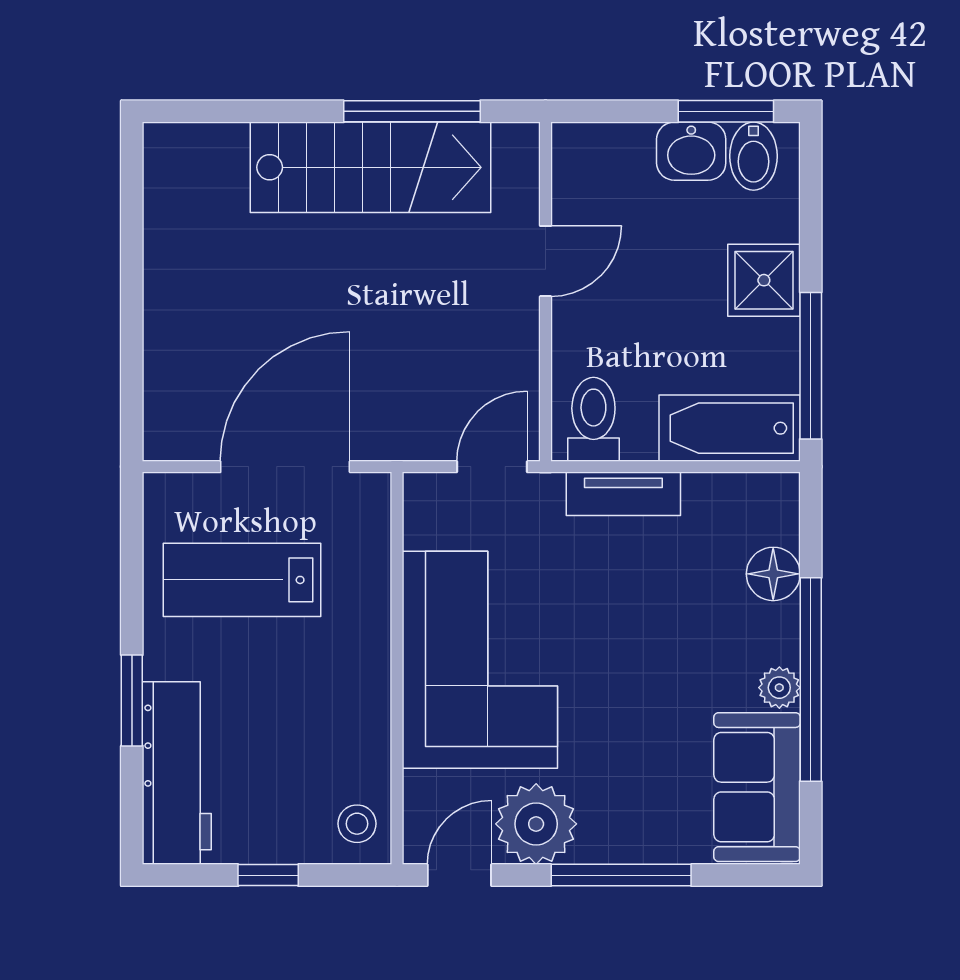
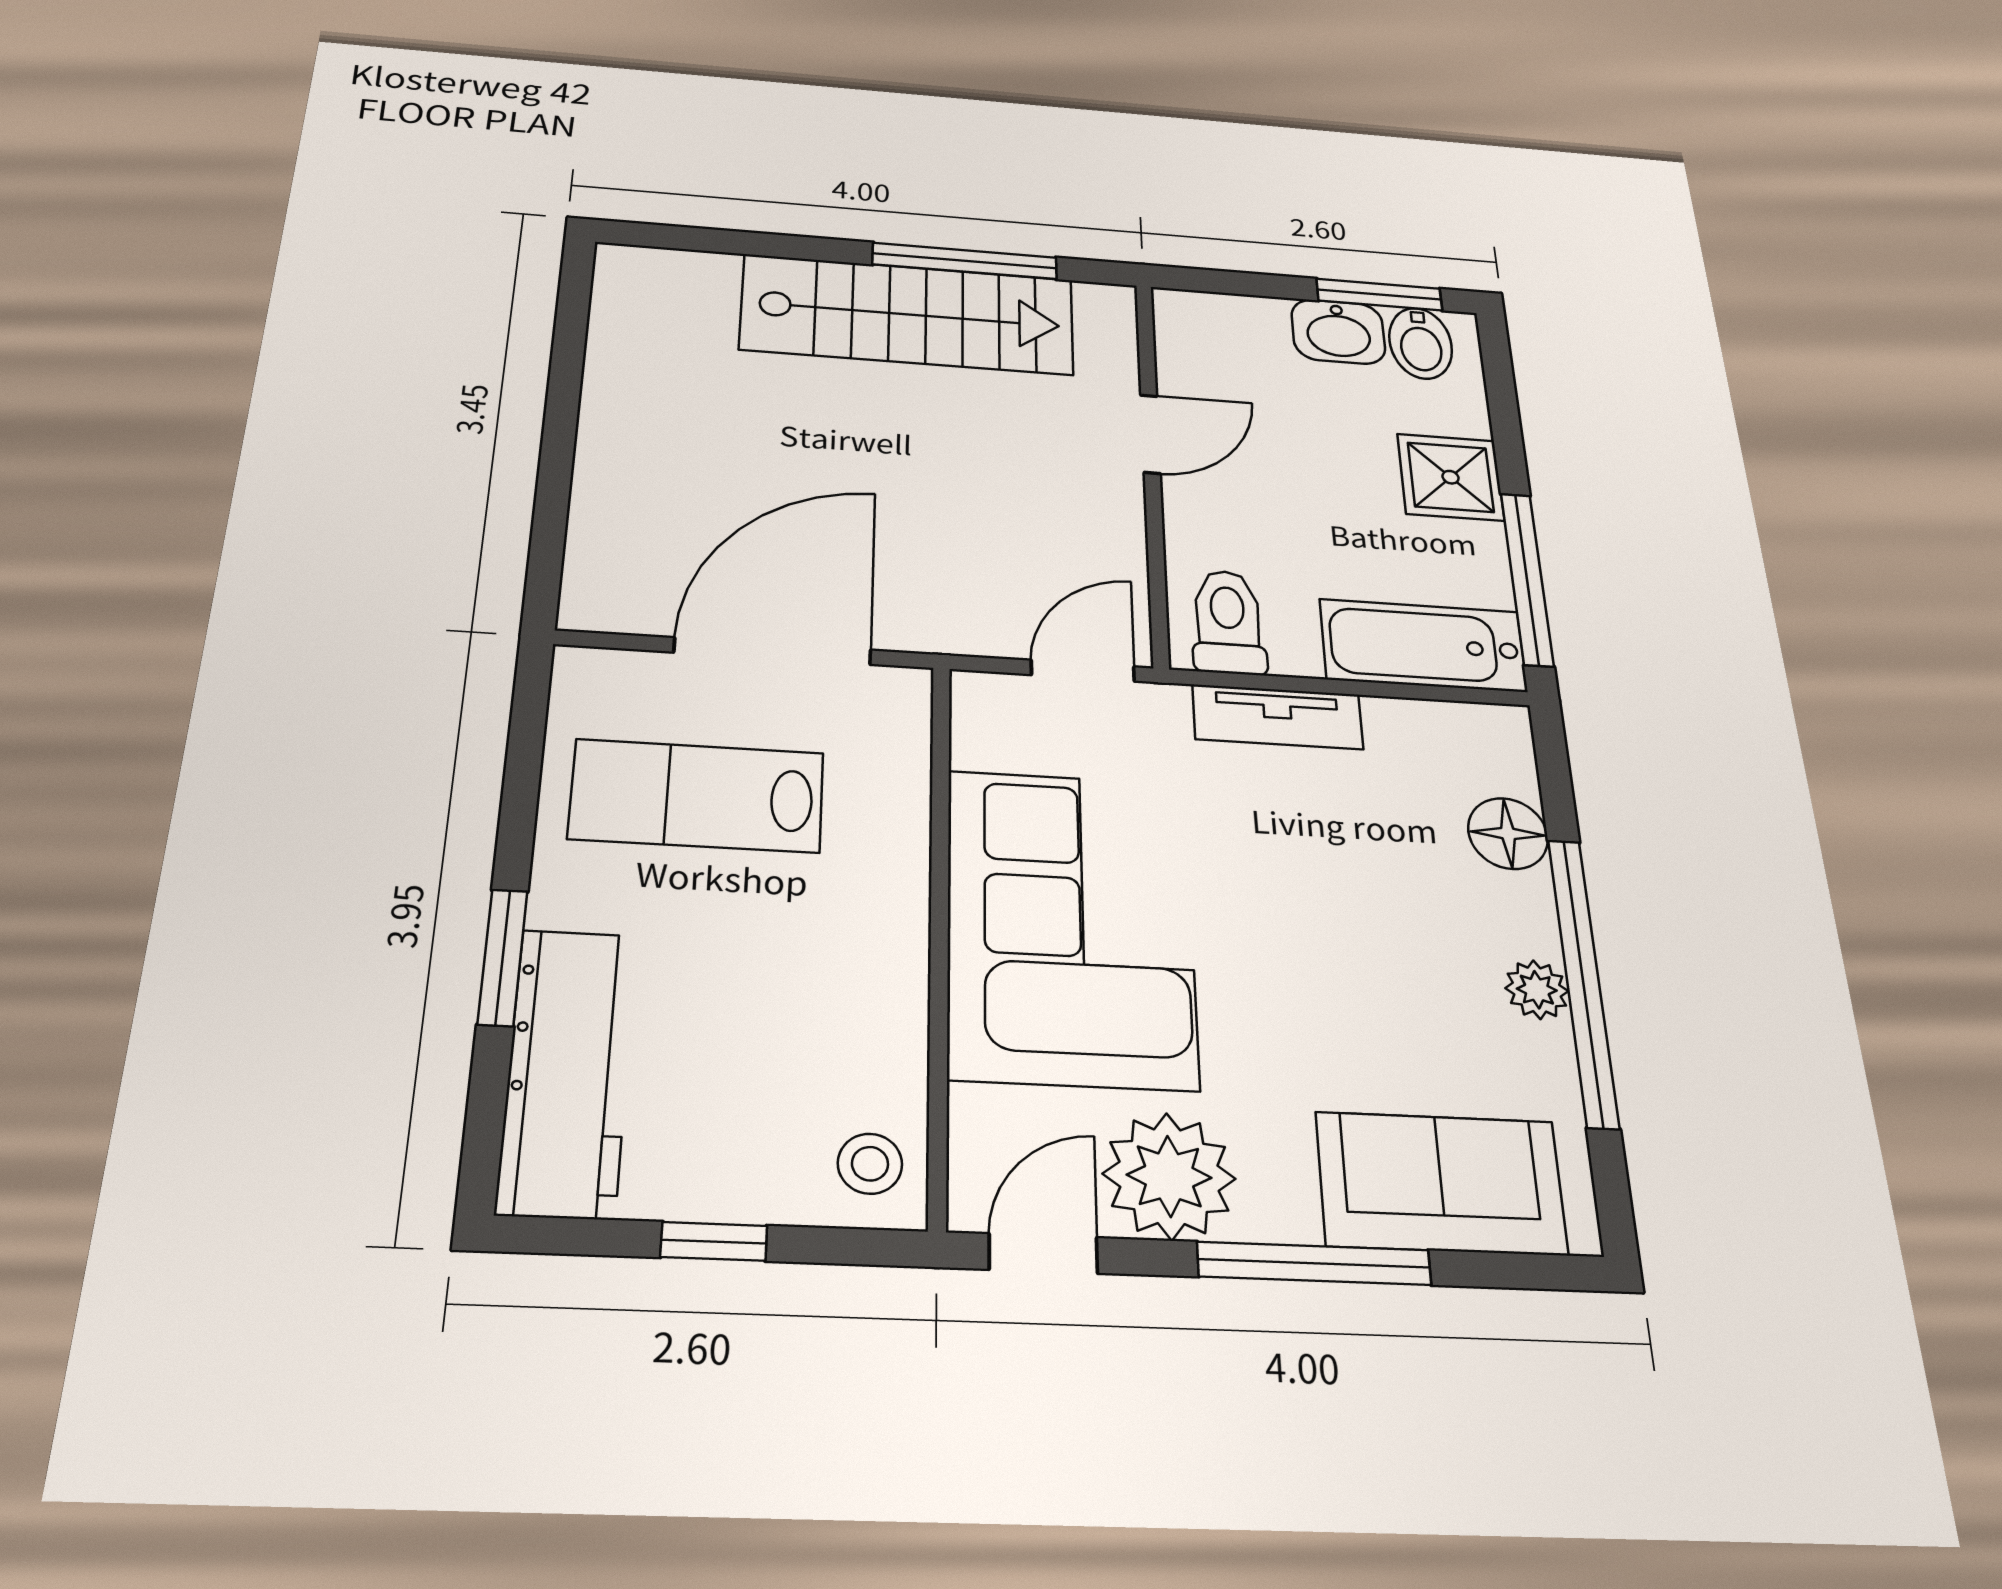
sofa: (757, 787) -> (1441, 1183), moved, turned 90

